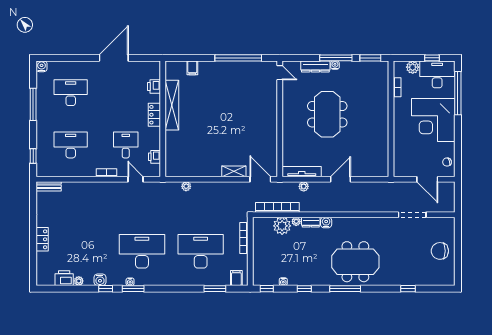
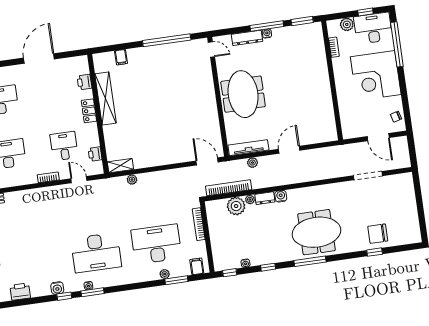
meeting table: (327, 114) -> (243, 94), moved
shelving: (234, 171) -> (120, 166), moved
desk: (142, 251) -> (96, 253), turned 180
chair: (440, 251) -> (378, 234), moved
plant: (79, 281) -> (165, 274), moved

